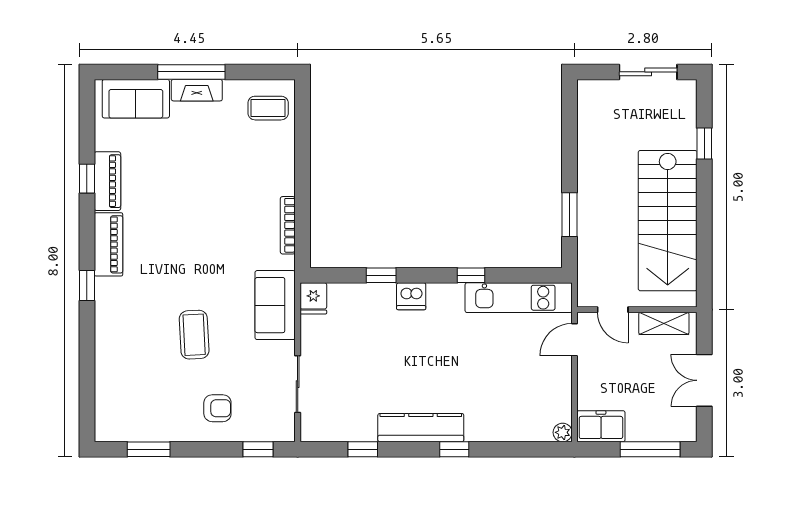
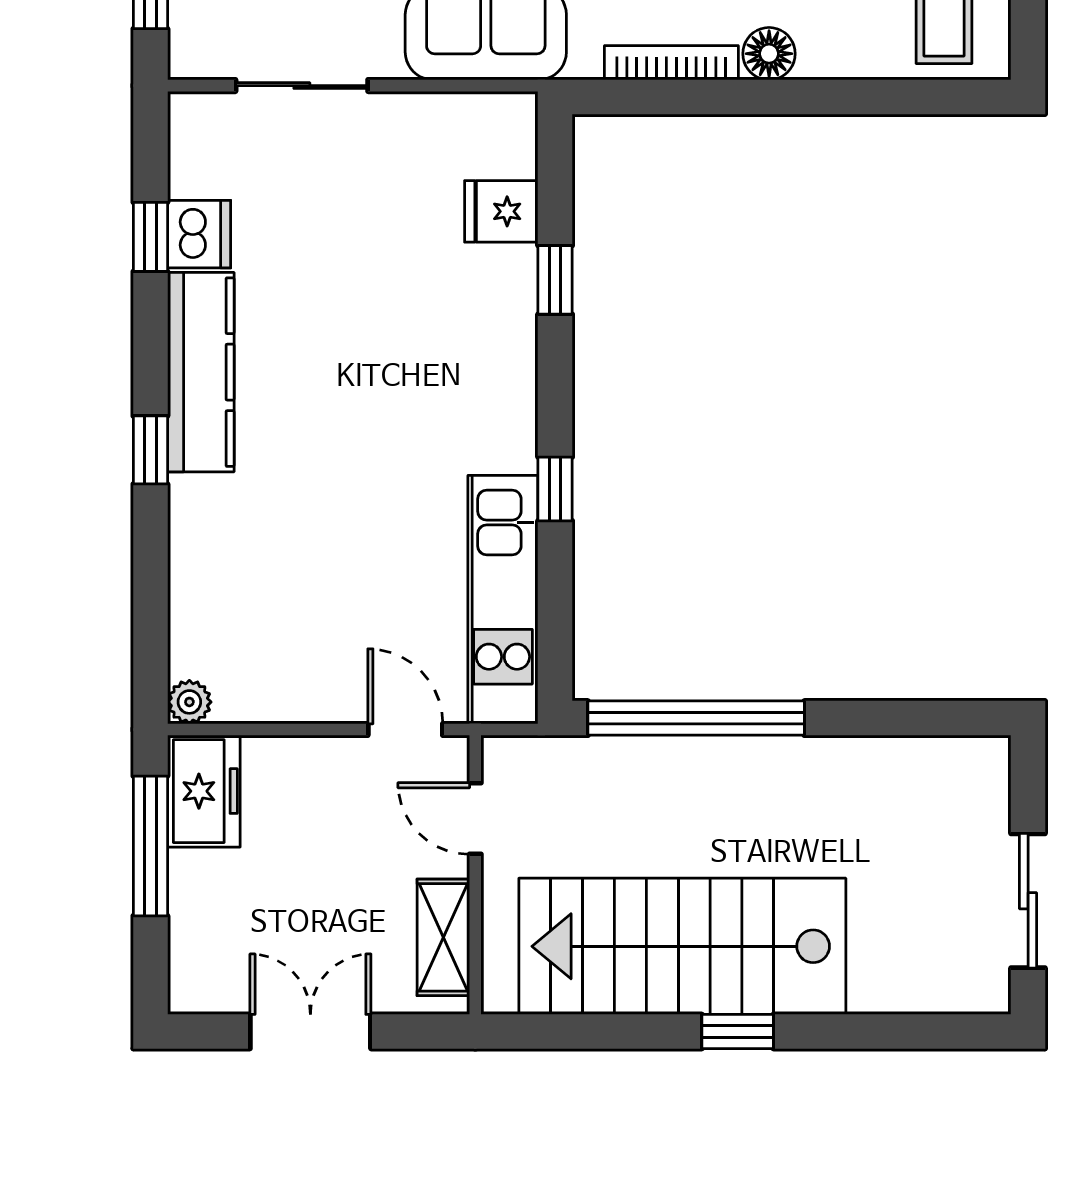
window: (704, 143) -> (738, 1032), moved
floor lamp: (284, 183) -> (769, 54), added
window: (570, 215) -> (696, 718), width x2.11
dishwasher: (411, 296) -> (199, 234), moved, turned 180
fridge: (313, 298) -> (501, 211), moved
door: (613, 310) -> (475, 819), hinge flipped
window: (650, 449) -> (150, 846), moved

